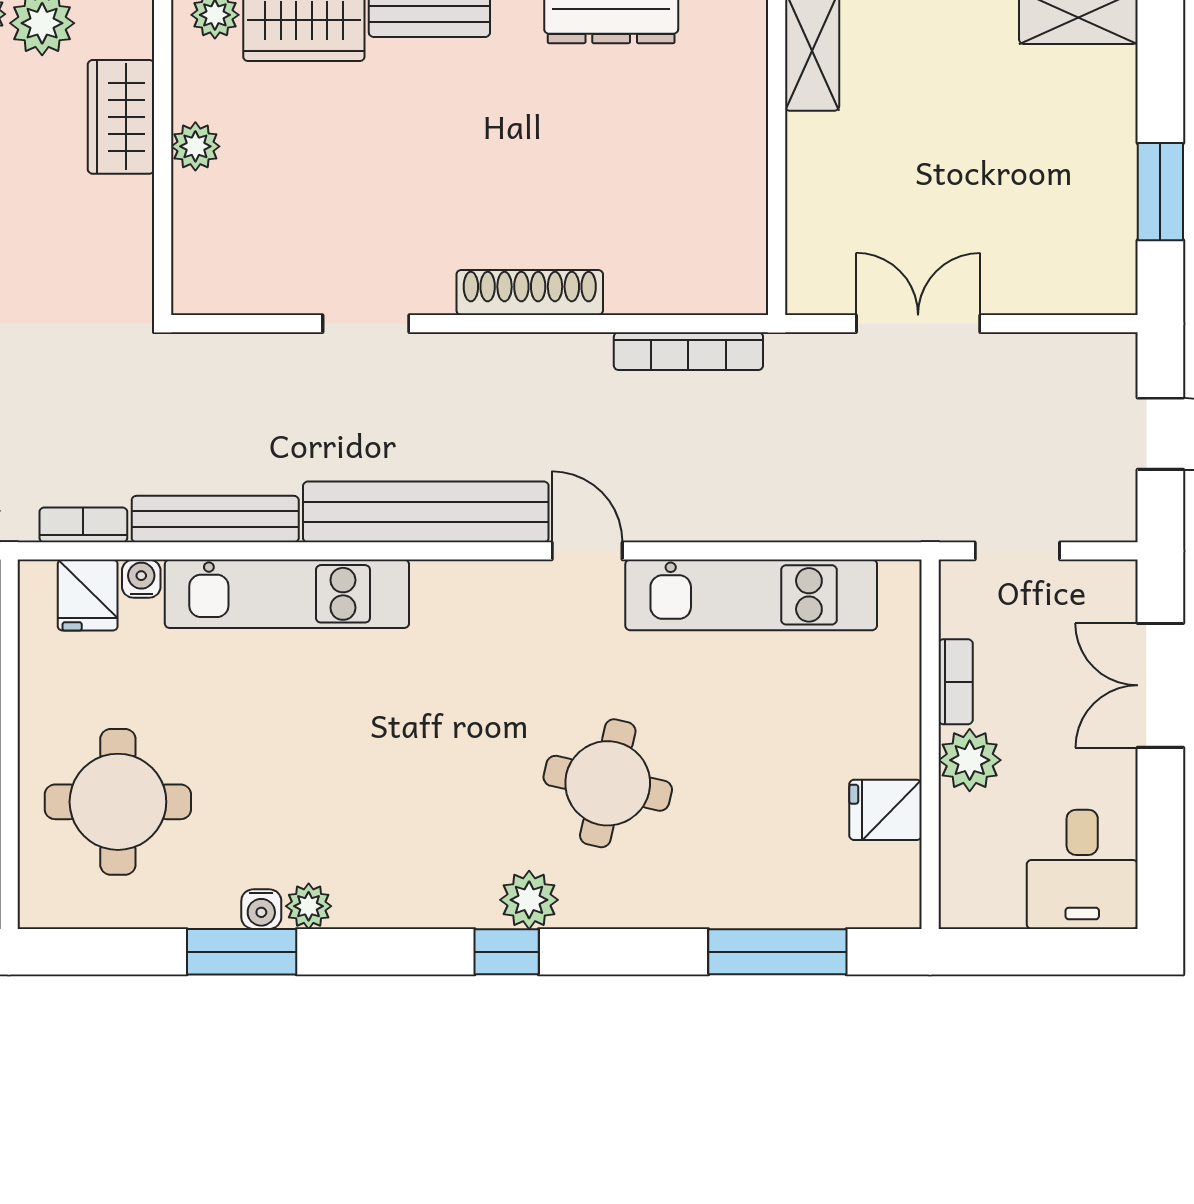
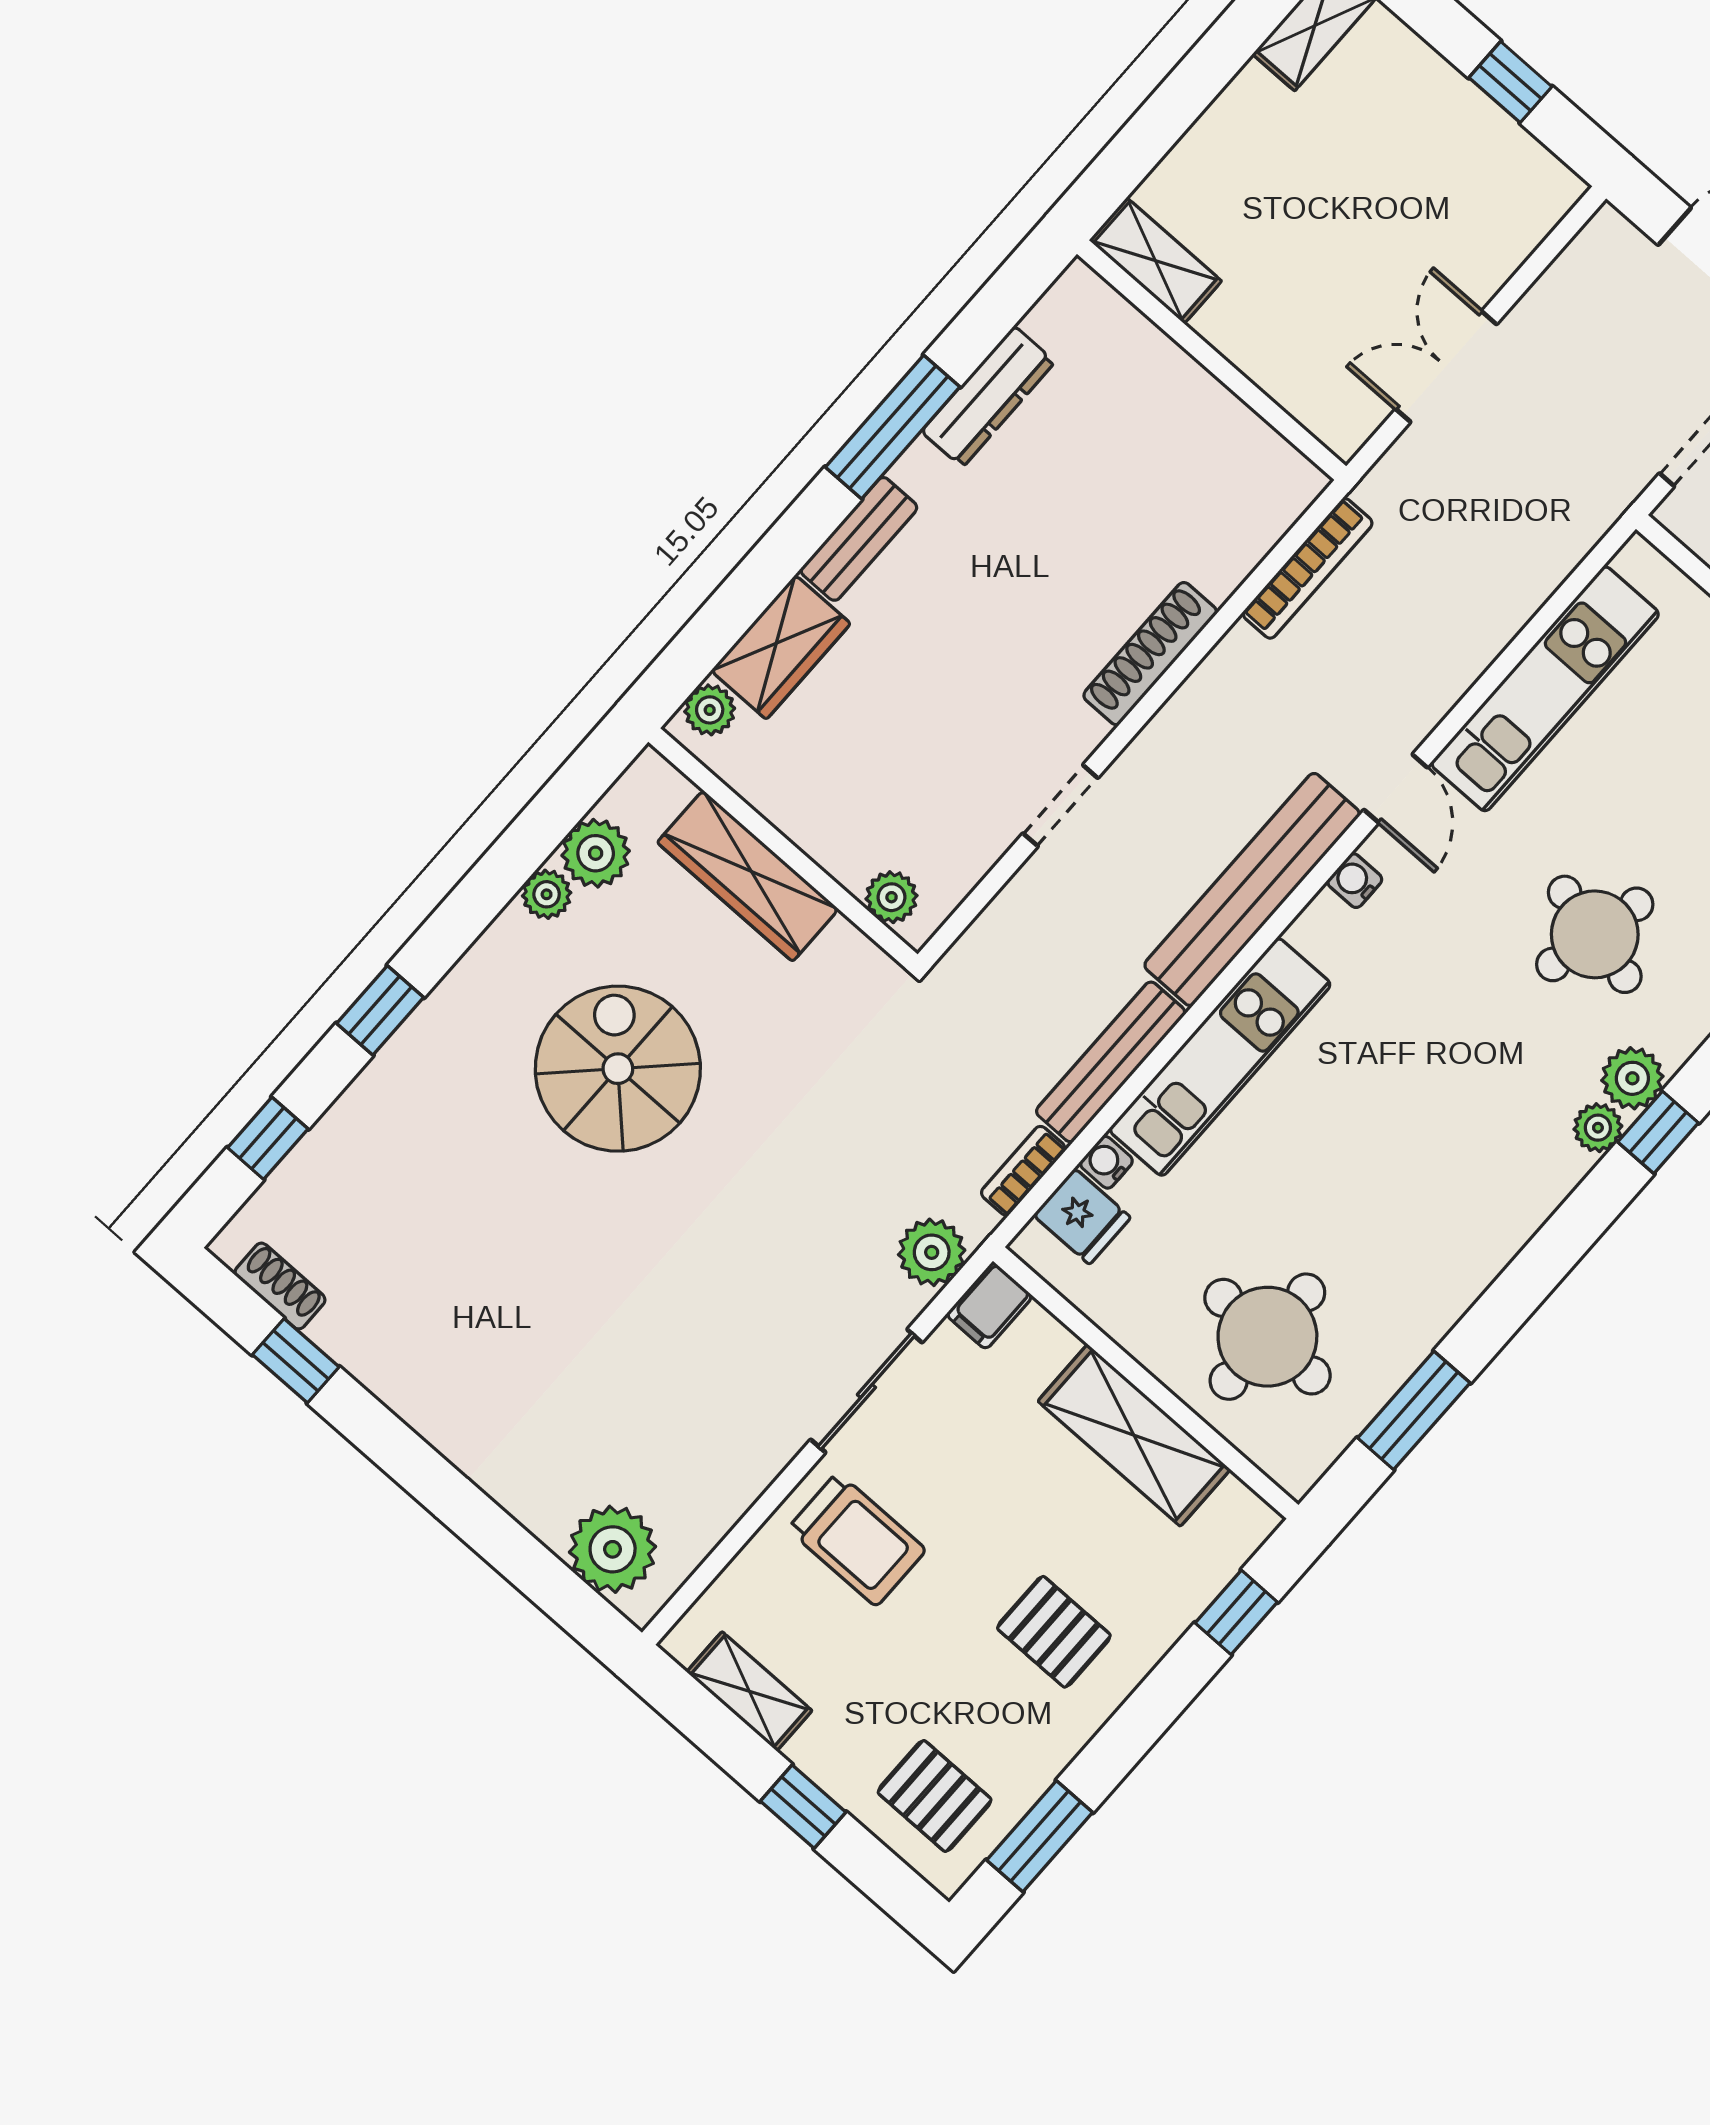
wardrobe: (121, 117) -> (748, 876), width x1.50
plant: (195, 146) -> (892, 897), moved
window: (1160, 192) -> (1510, 82), width x0.67
door: (587, 551) -> (1396, 789), swing flipped
plant: (309, 906) -> (1598, 1128), moved
water cooler: (261, 909) -> (1355, 881), moved, turned 180
window: (242, 952) -> (1414, 1410), moved

